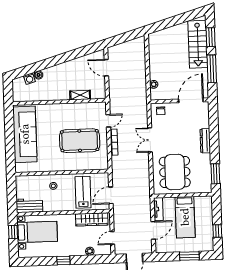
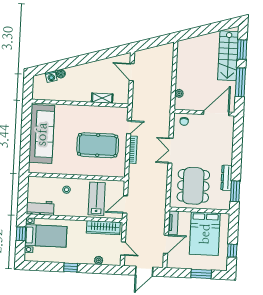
dresser: (205, 141) -> (226, 178), moved
bed: (185, 217) -> (205, 234), width x1.50
door: (112, 238) -> (123, 249), swing flipped

